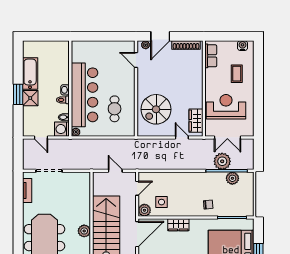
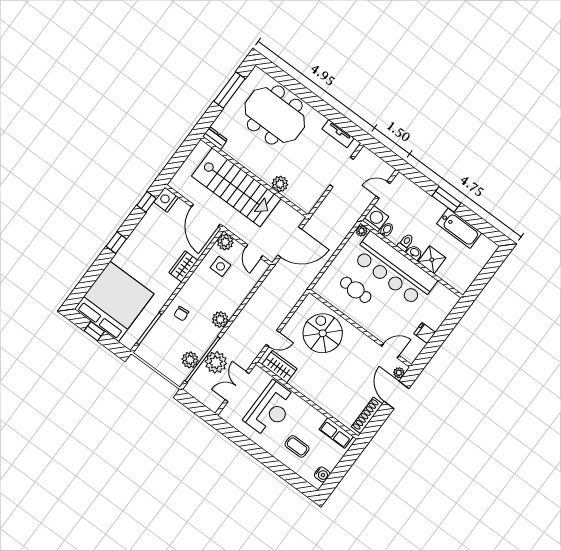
fridge: (110, 47) -> (425, 333), added
shower: (30, 98) -> (432, 260), moved
door: (115, 171) -> (290, 242), width x1.88
plant: (194, 178) -> (220, 319), added
plant: (84, 231) -> (280, 184), moved

